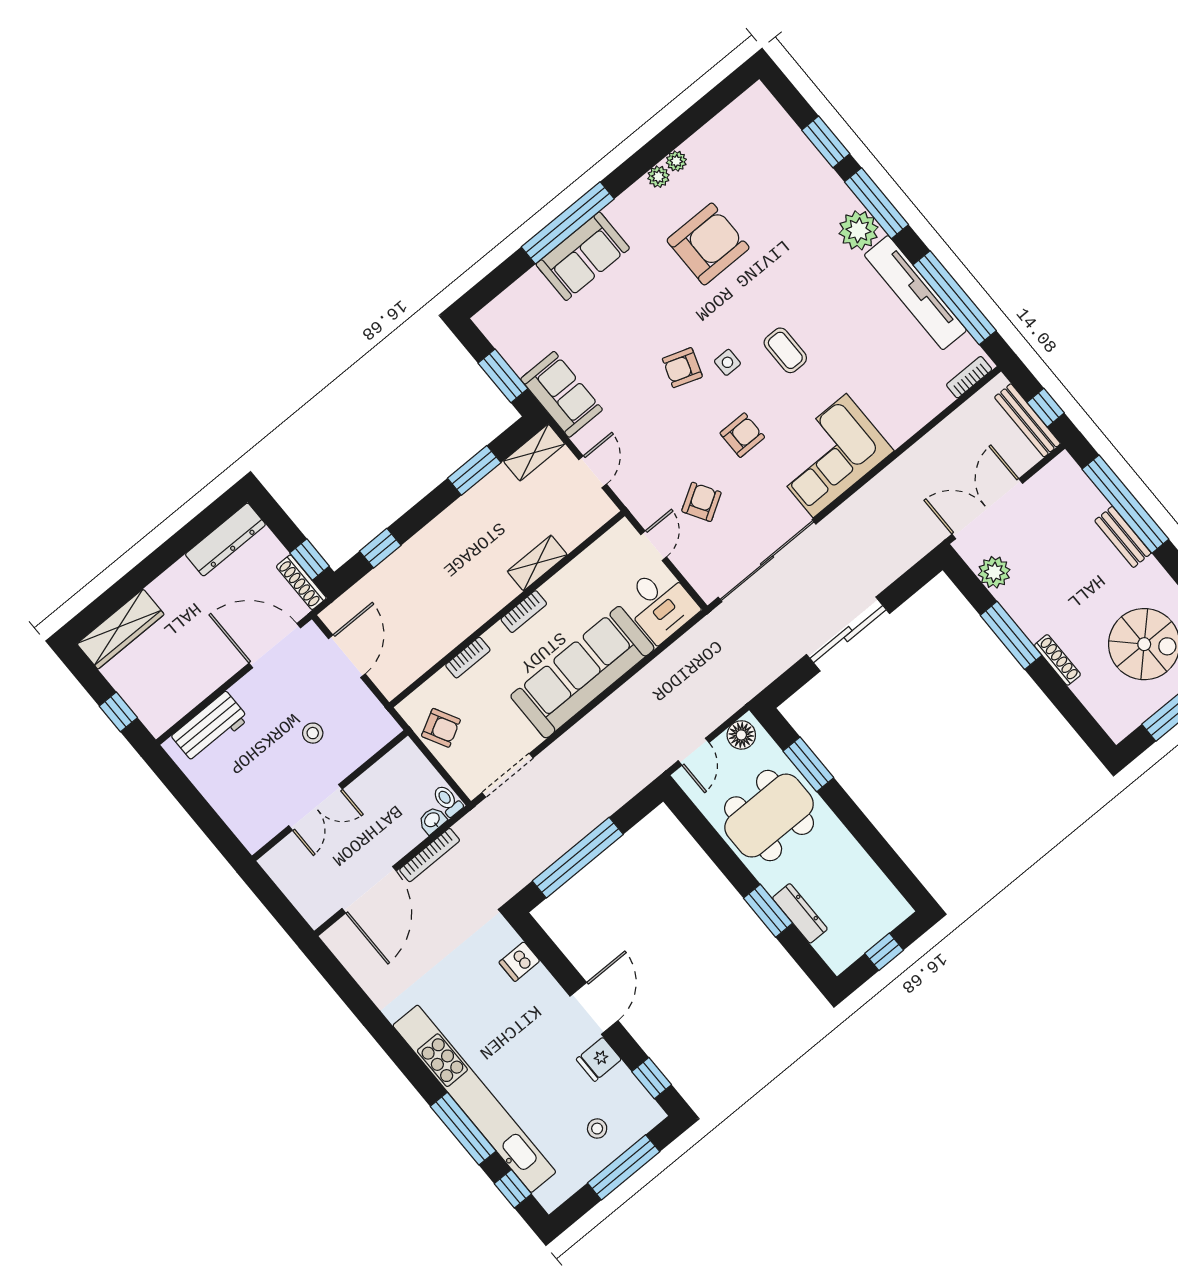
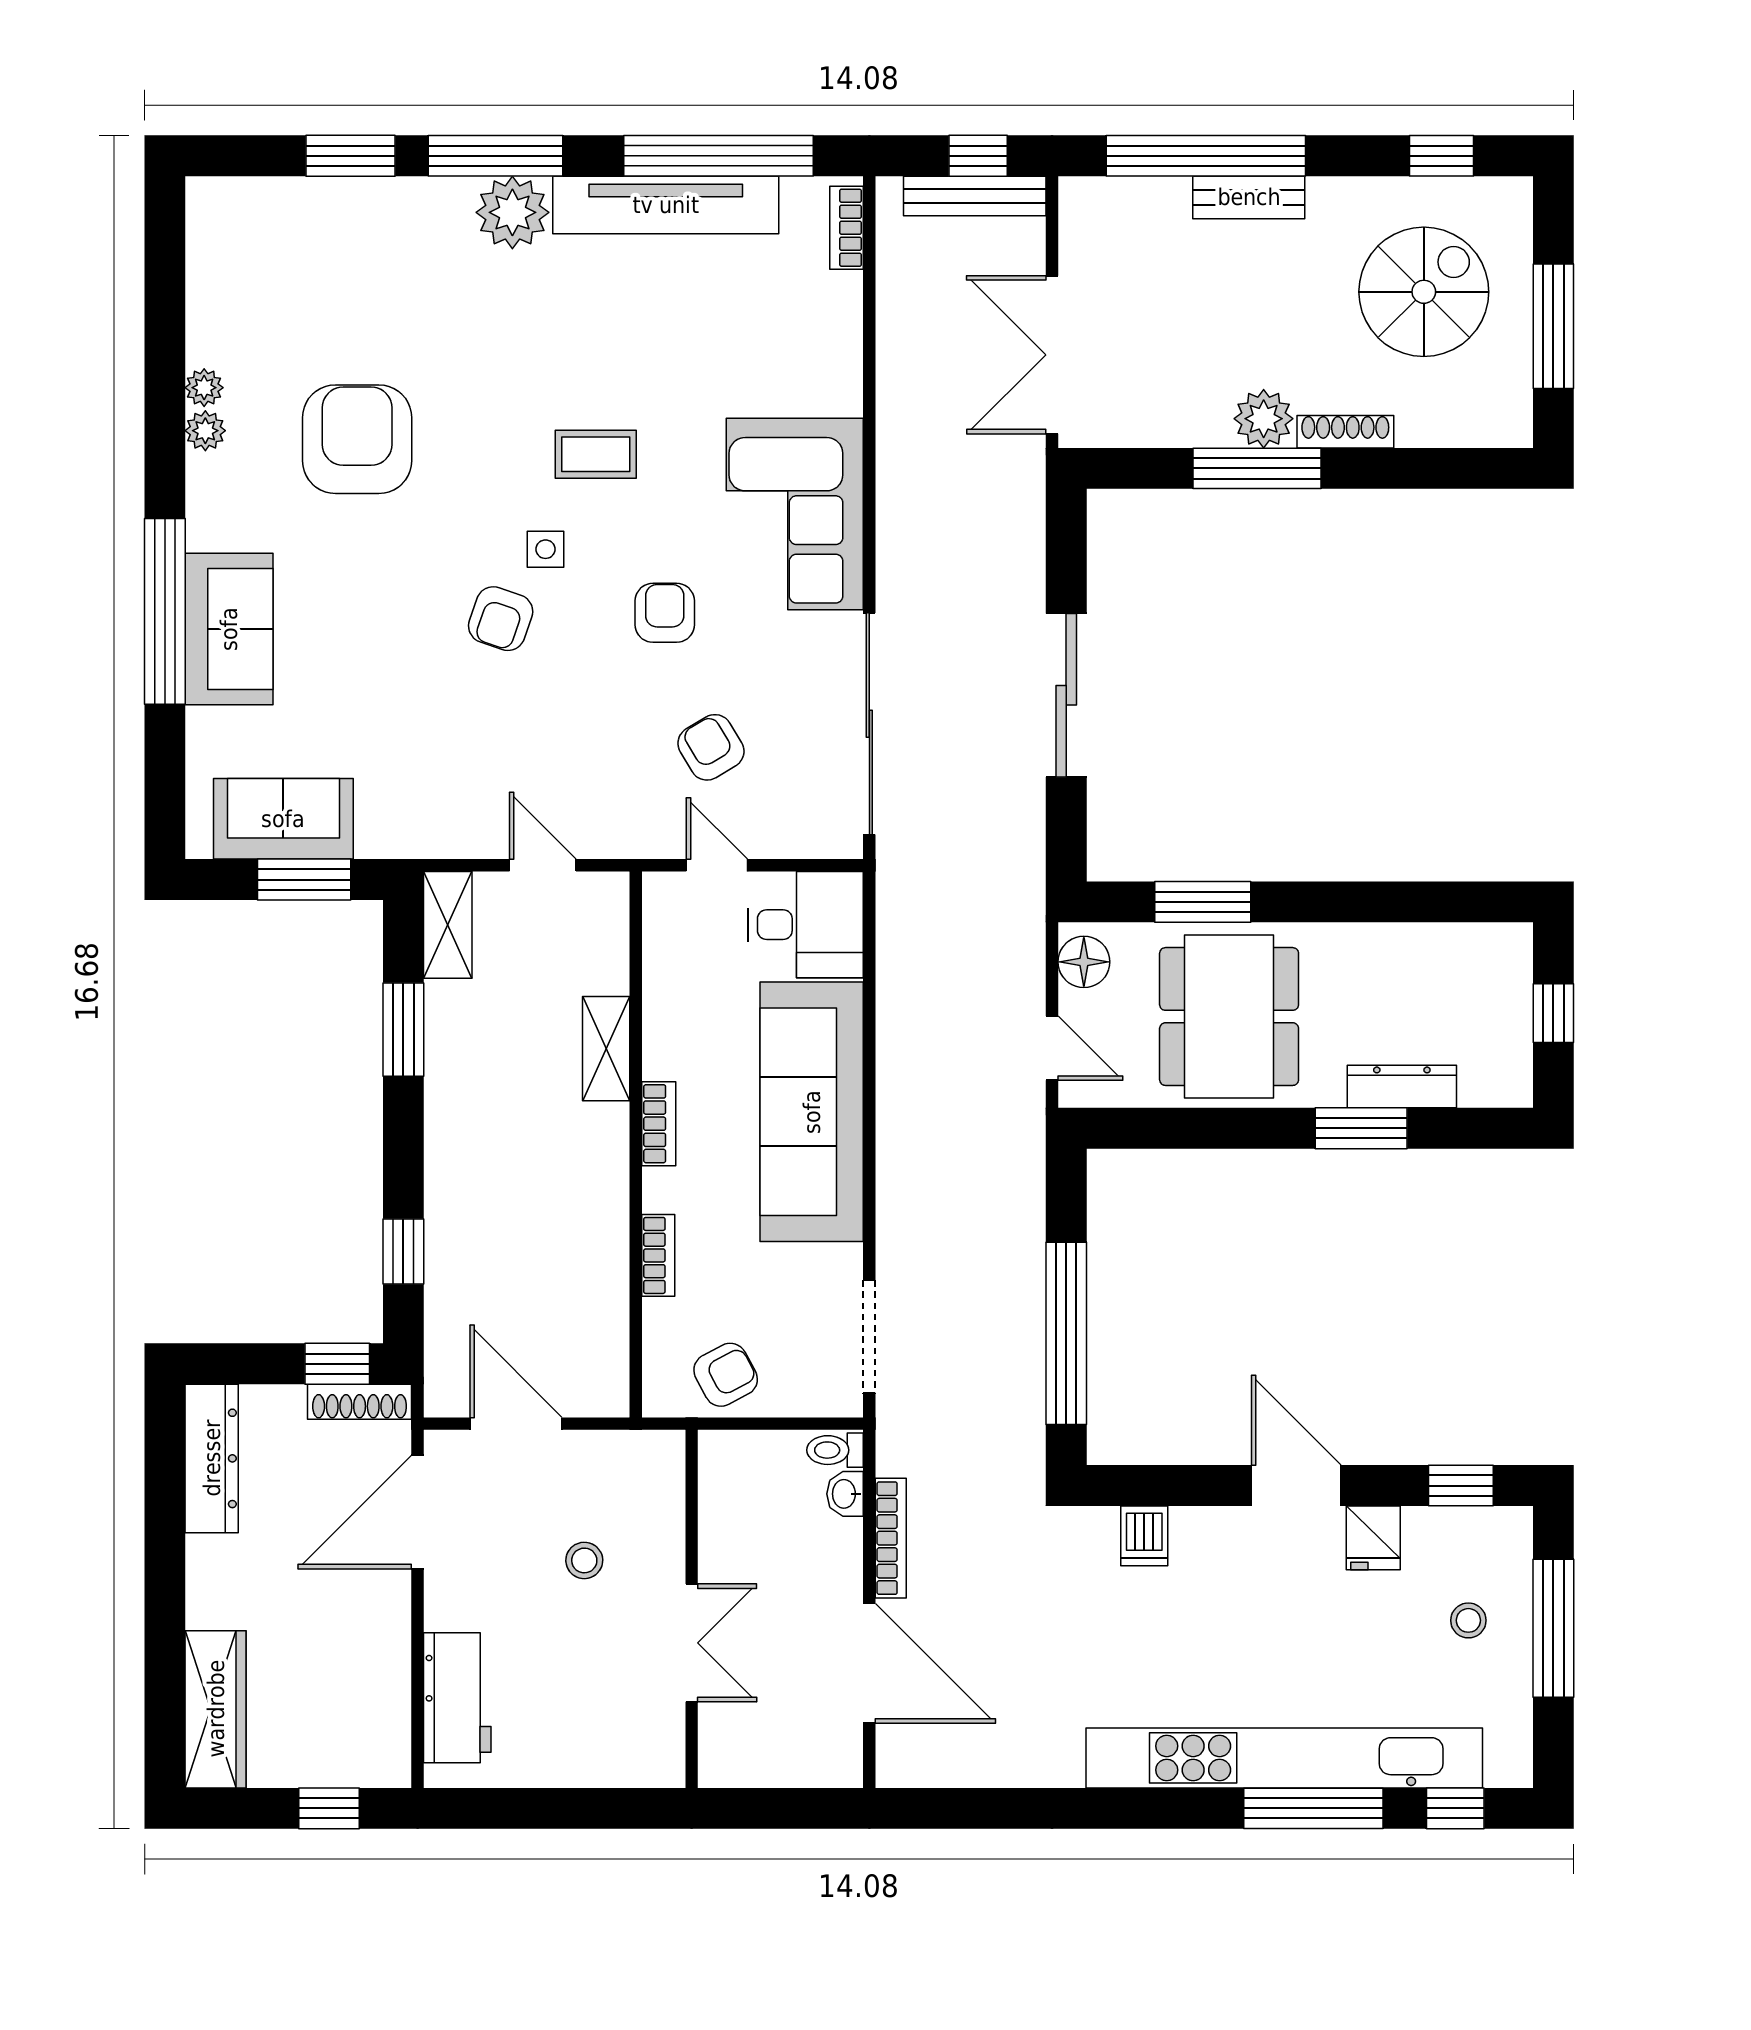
sofa: (562, 394) -> (283, 819), moved
plant: (994, 572) -> (1264, 419), moved

